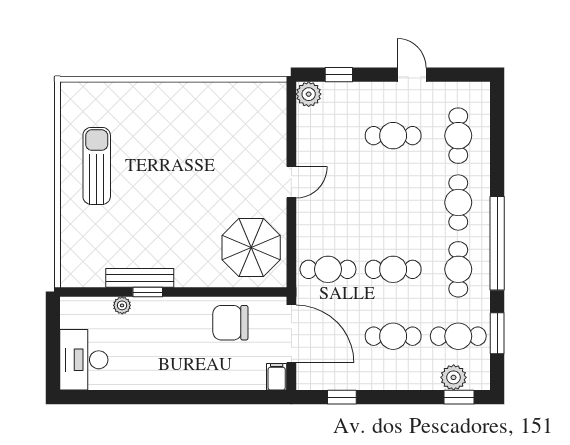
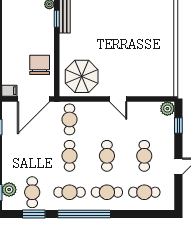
cafe table: (393, 336) -> (107, 156), moved

